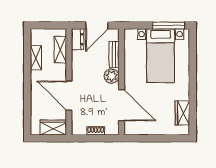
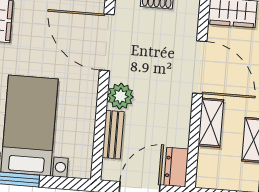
shelving: (60, 50) -> (211, 123), moved

